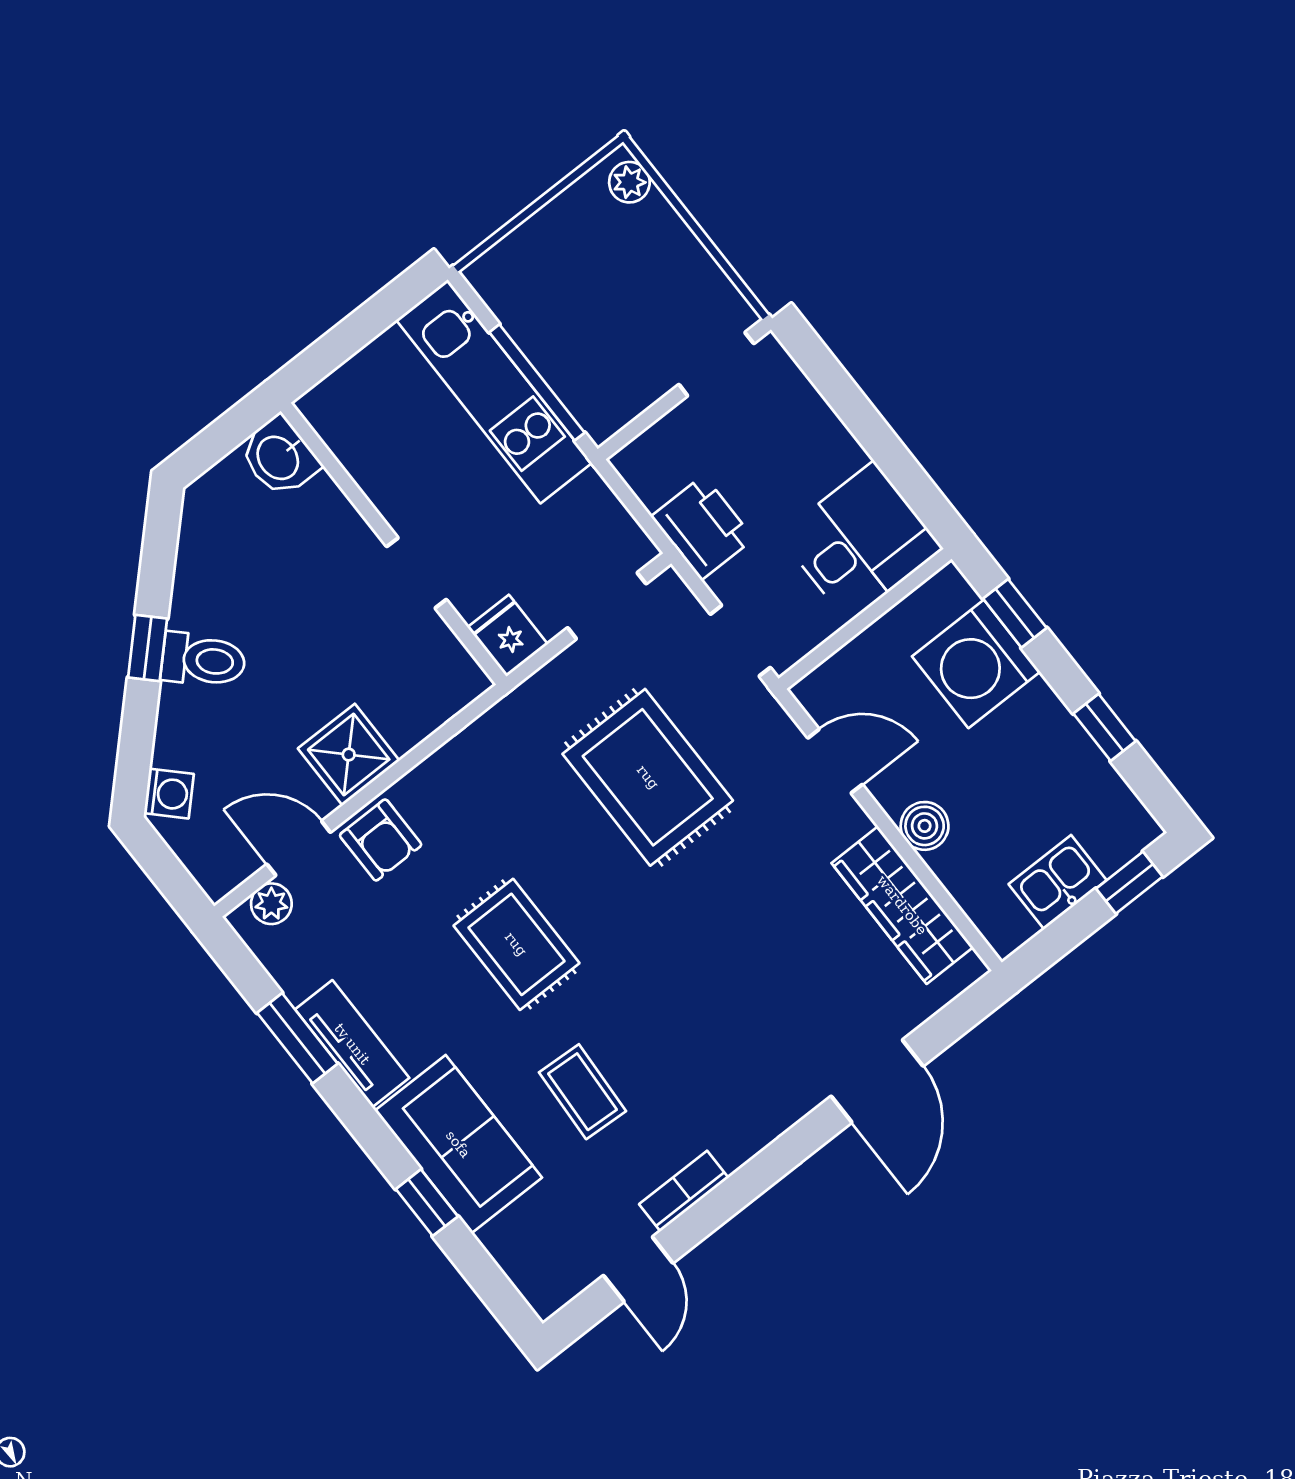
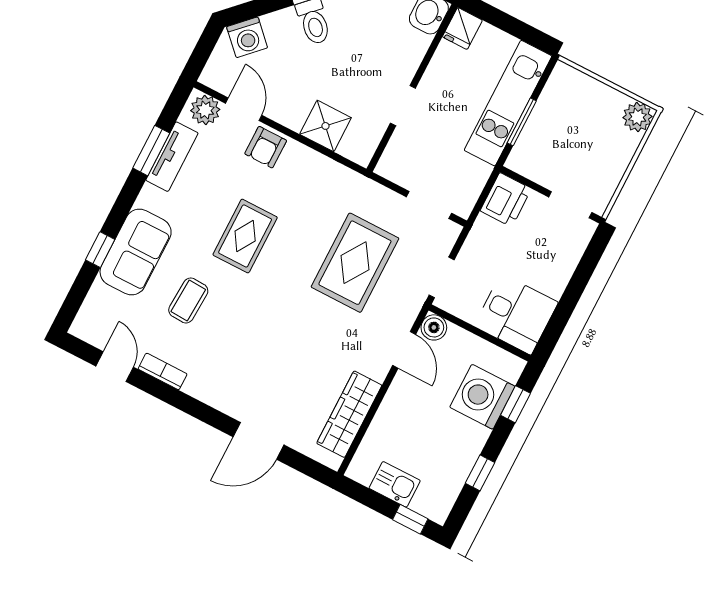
plant: (629, 182) -> (637, 117), width x1.38, depth x1.38
window: (537, 382) -> (522, 122), width x0.69
printer: (702, 528) -> (506, 200), moved
fridge: (508, 636) -> (462, 29), moved, turned 180
shower: (349, 755) -> (325, 126), moved
washing machine: (169, 794) -> (247, 37), width x1.38, depth x1.38
boiler: (925, 826) -> (434, 327), moved
plant: (271, 904) -> (205, 110), width x1.38, depth x1.38
tv unit: (352, 1044) -> (172, 157), moved
door: (638, 1269) -> (115, 367), swing flipped

